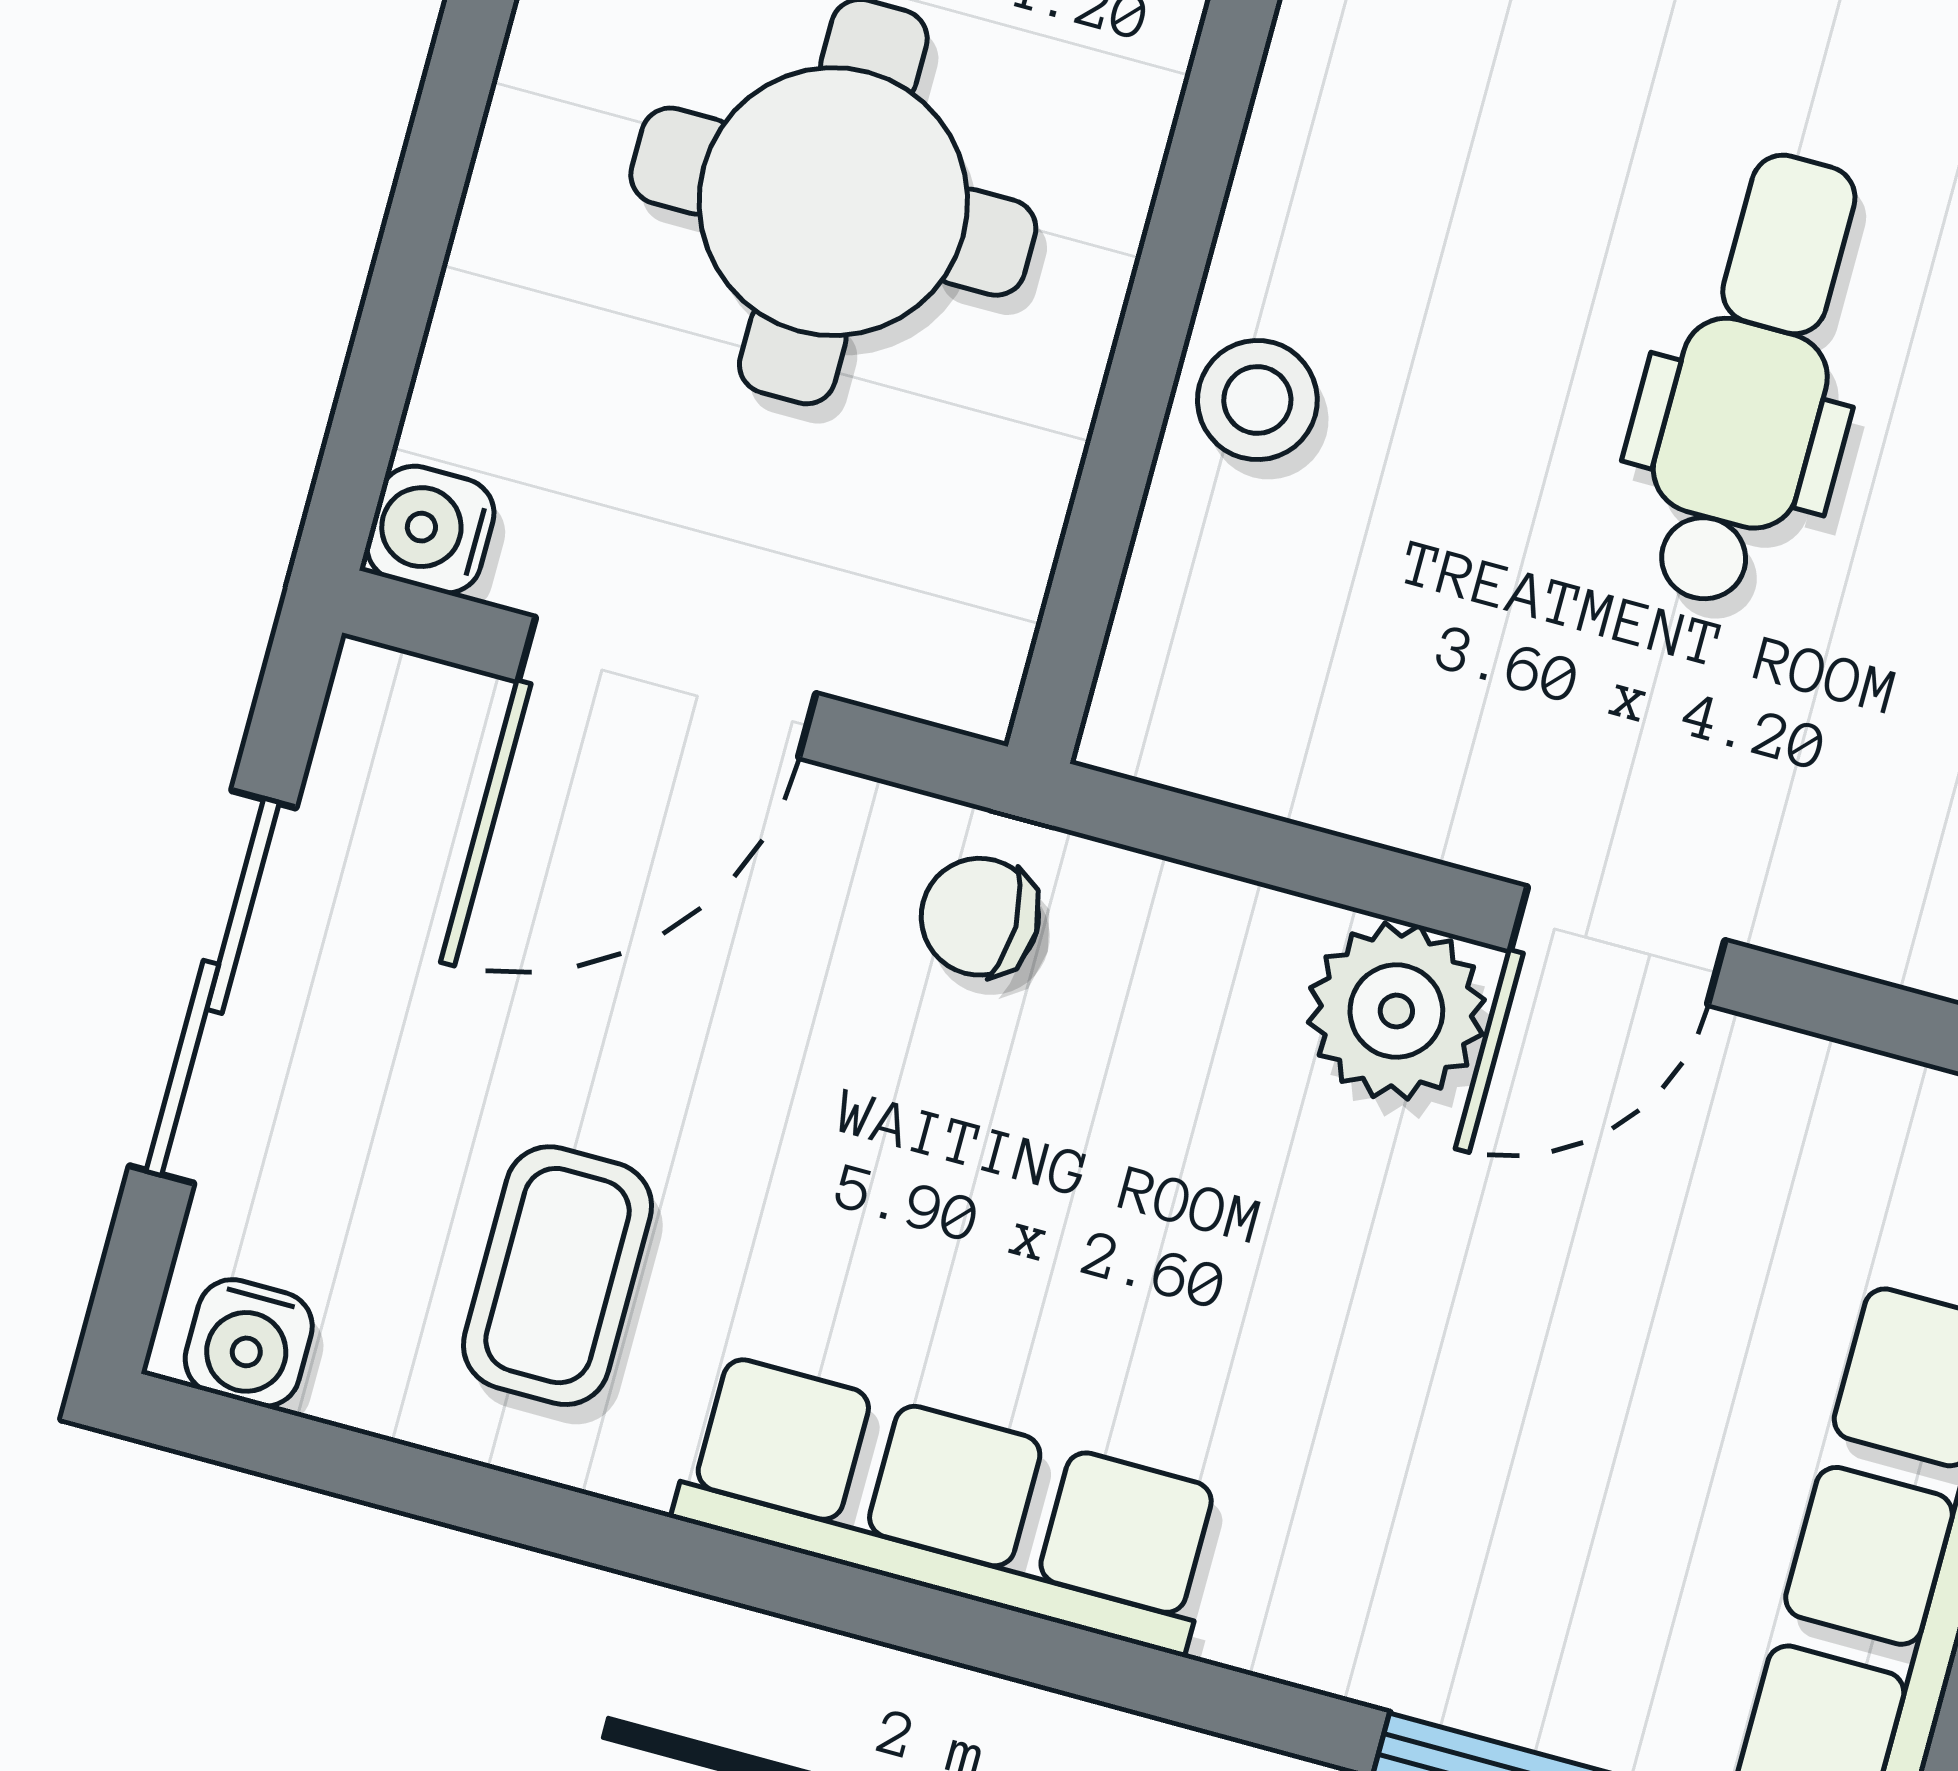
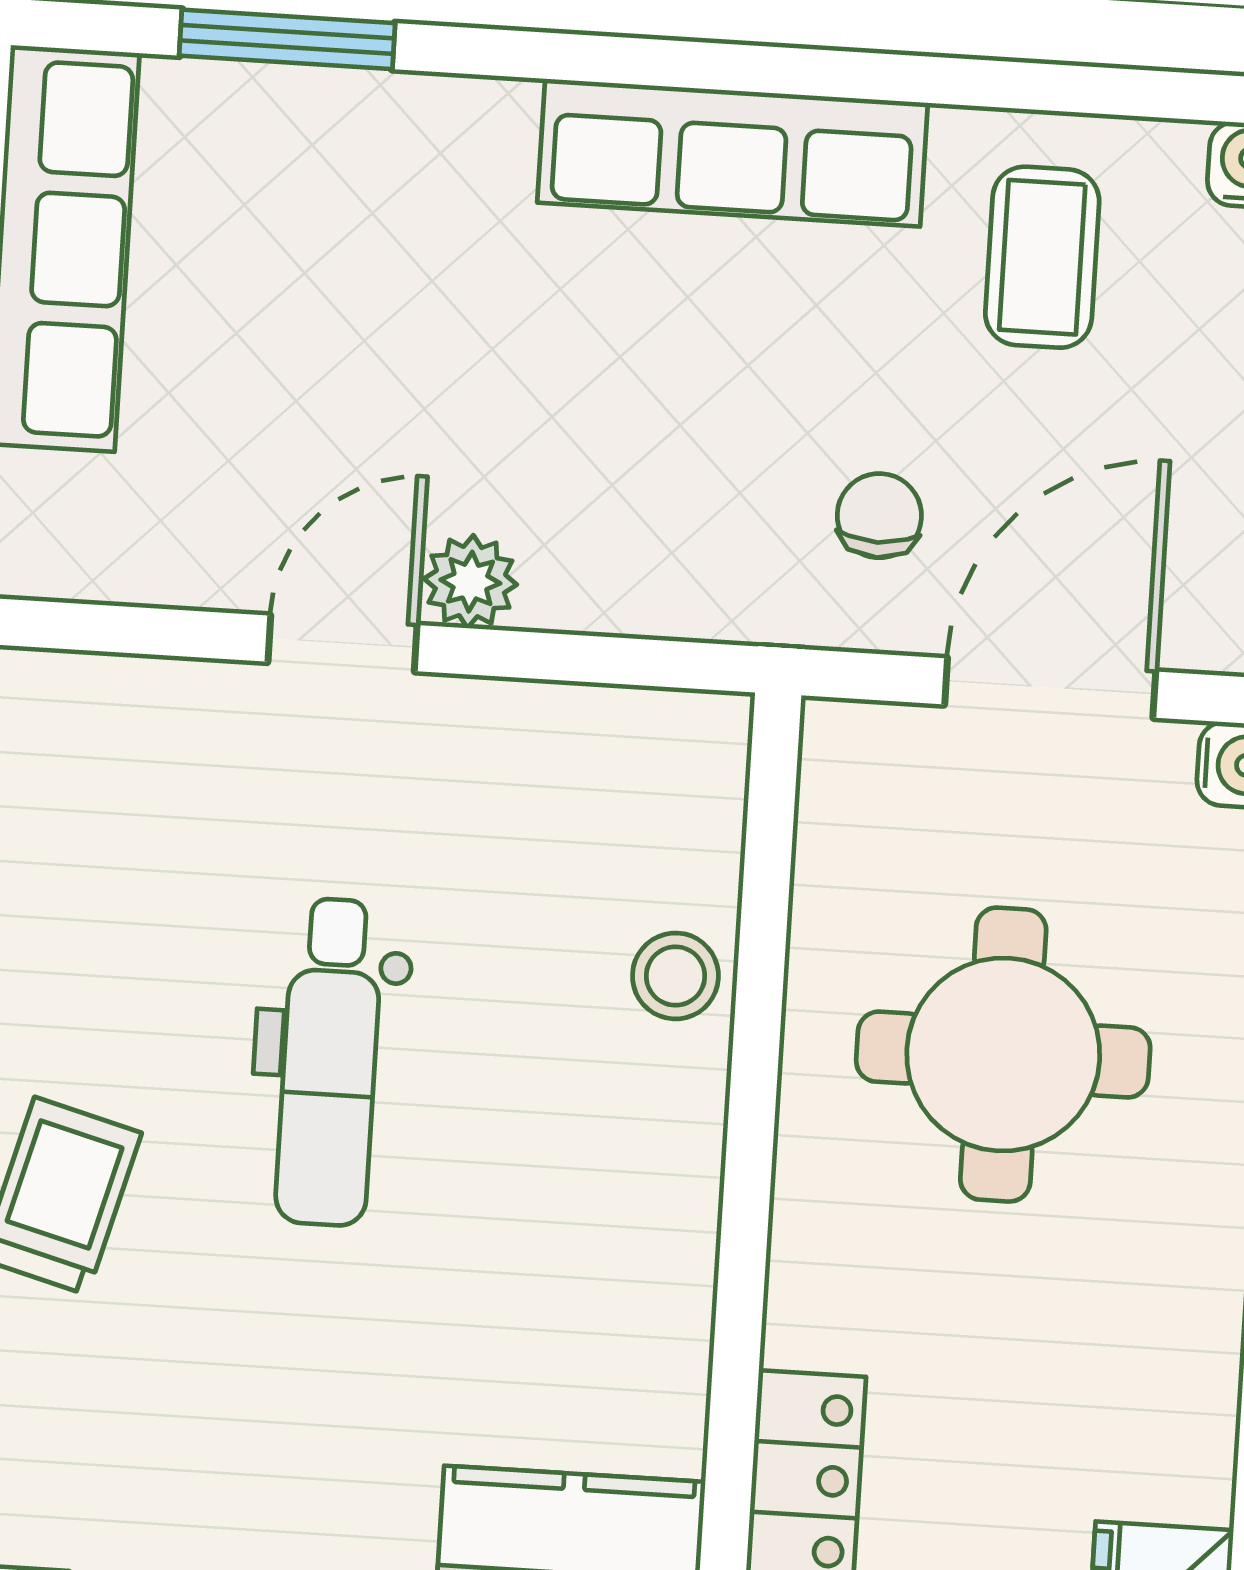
chair: (980, 917) -> (879, 516), moved, turned -90
plant: (1396, 1011) -> (470, 582), width x0.73, depth x0.73

